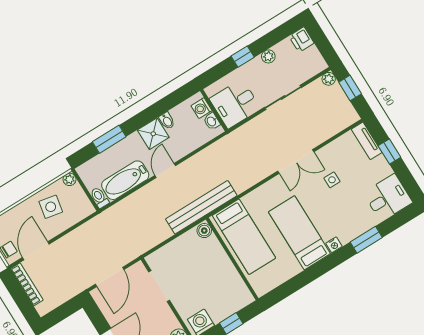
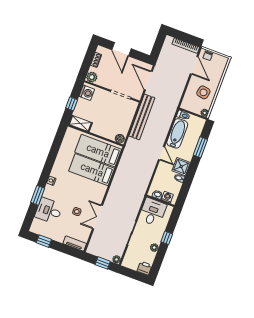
window: (389, 152) -> (44, 241), moved
double door: (296, 161) -> (98, 217), moved
desk: (388, 198) -> (49, 211), moved, turned 90
bench: (201, 207) -> (142, 117), moved
bed: (299, 233) -> (92, 170), moved, turned 180
shelving: (240, 289) -> (80, 123), added

